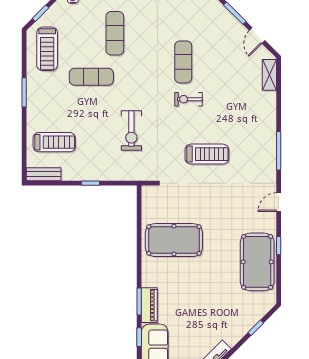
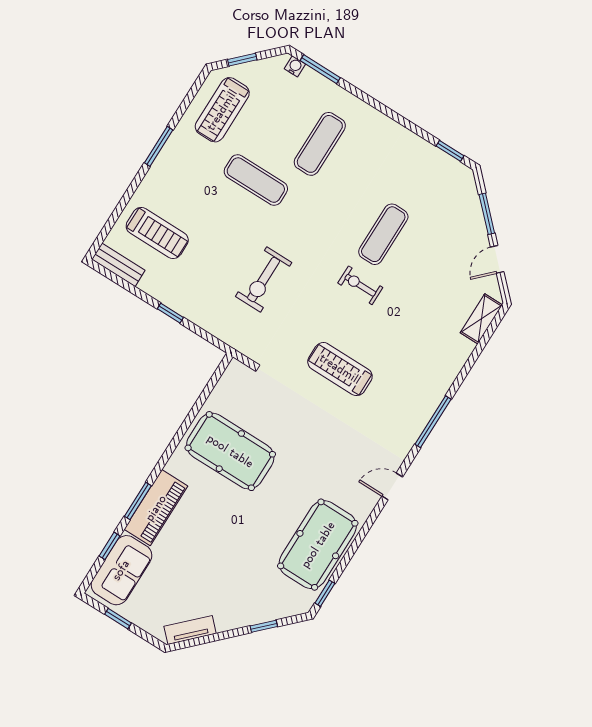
treadmill: (207, 154) -> (340, 369), turned 180
window: (279, 246) -> (325, 593), moved
piano: (149, 305) -> (156, 508), width x1.37, depth x1.33

